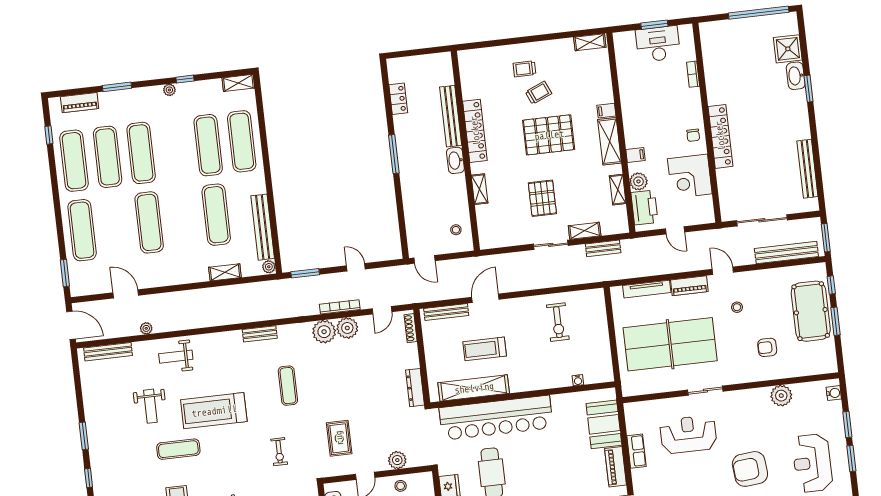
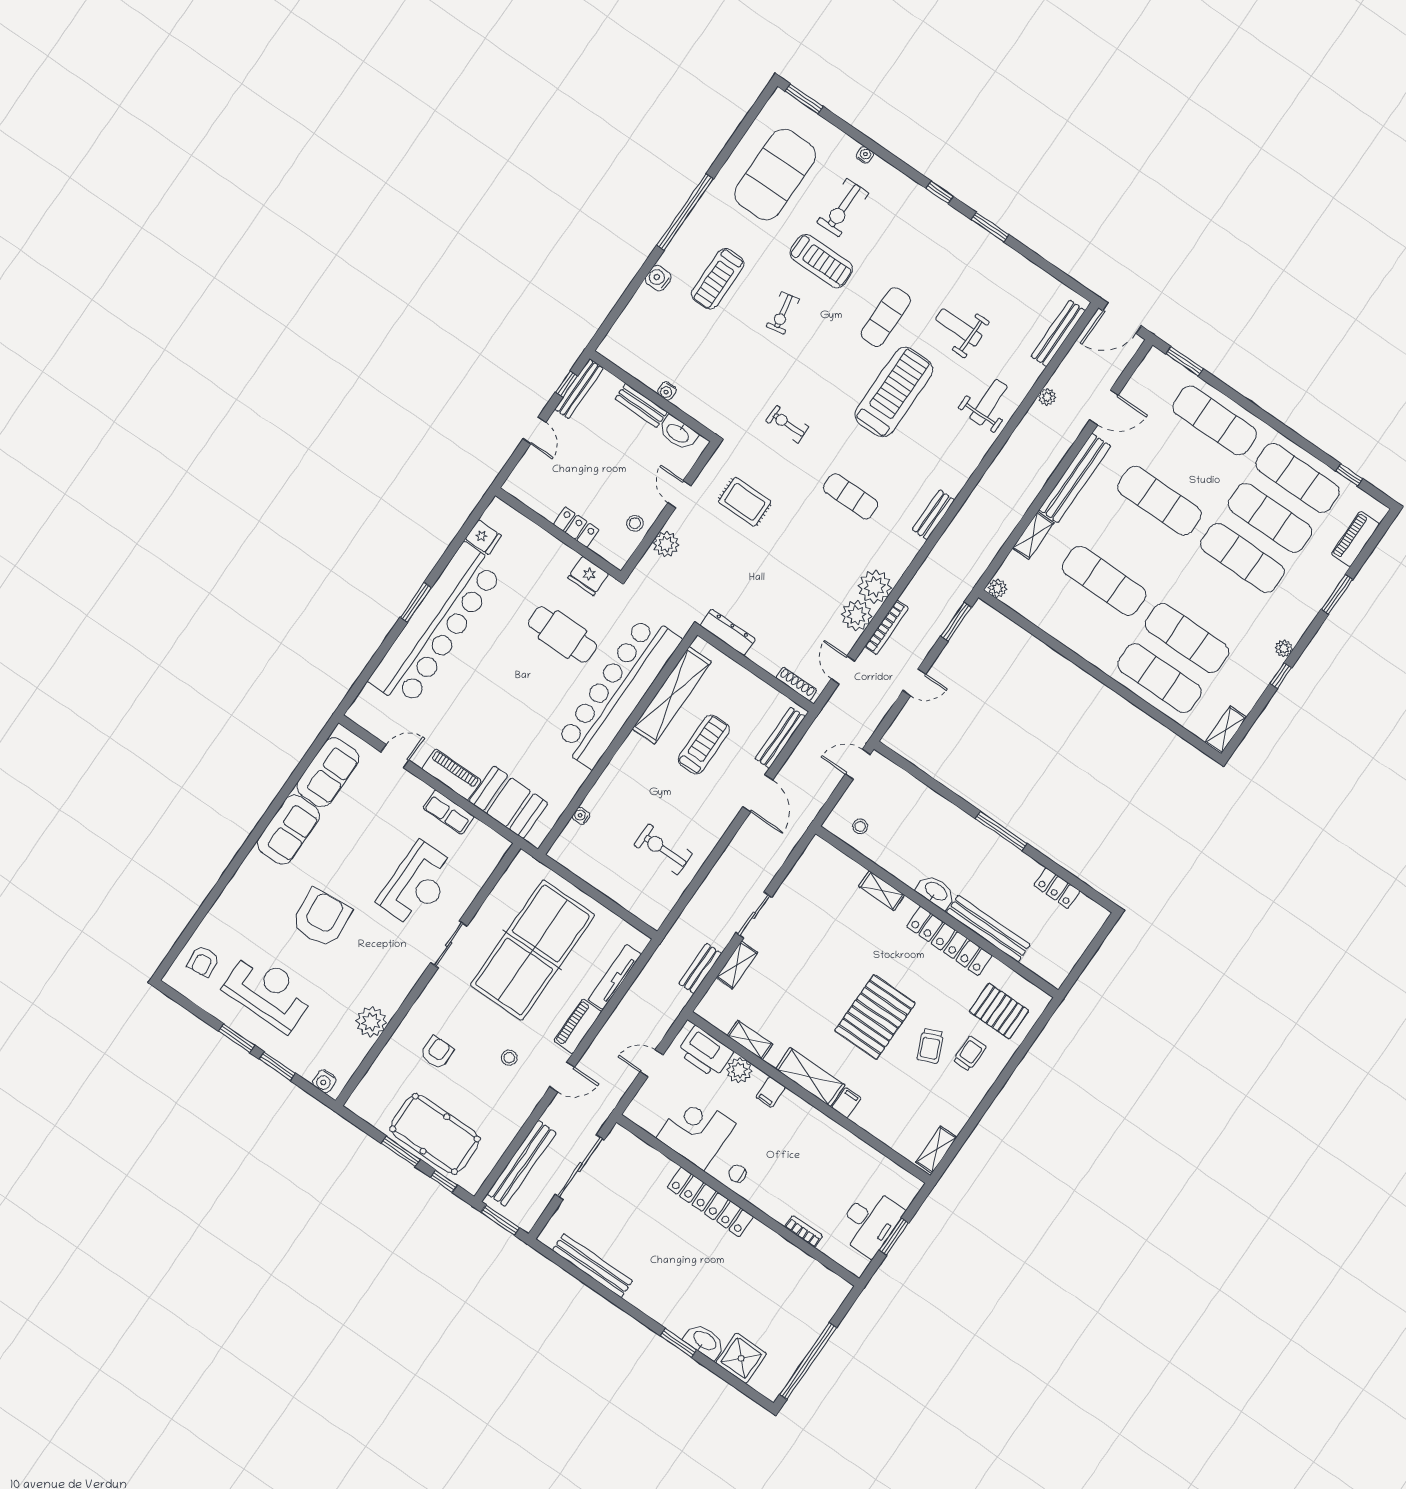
pallet: (542, 198) -> (999, 1011), moved
bench: (263, 227) -> (1075, 478), moved, turned 90

